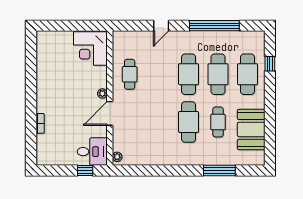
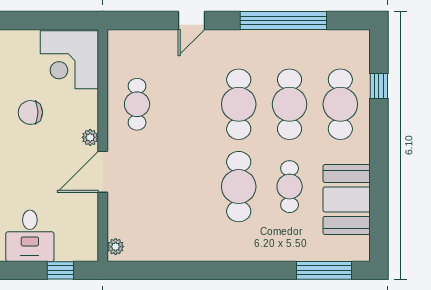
chair: (68, 79) -> (30, 112), added
desk: (92, 152) -> (30, 236), moved, turned 90
window: (219, 171) -> (324, 270), moved

